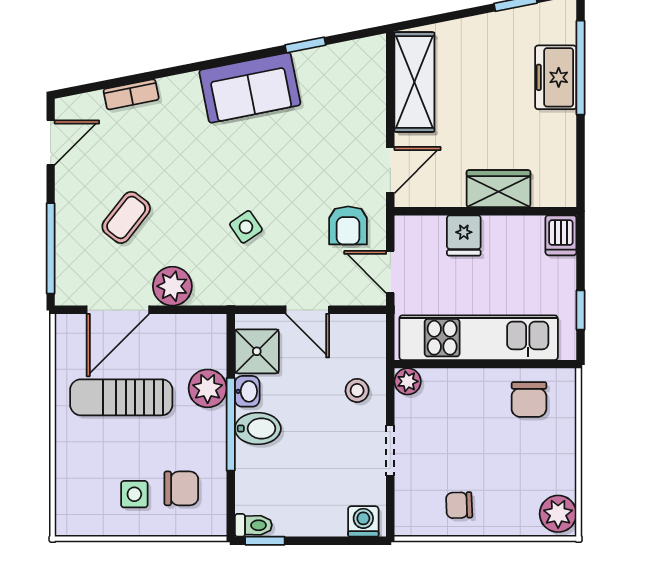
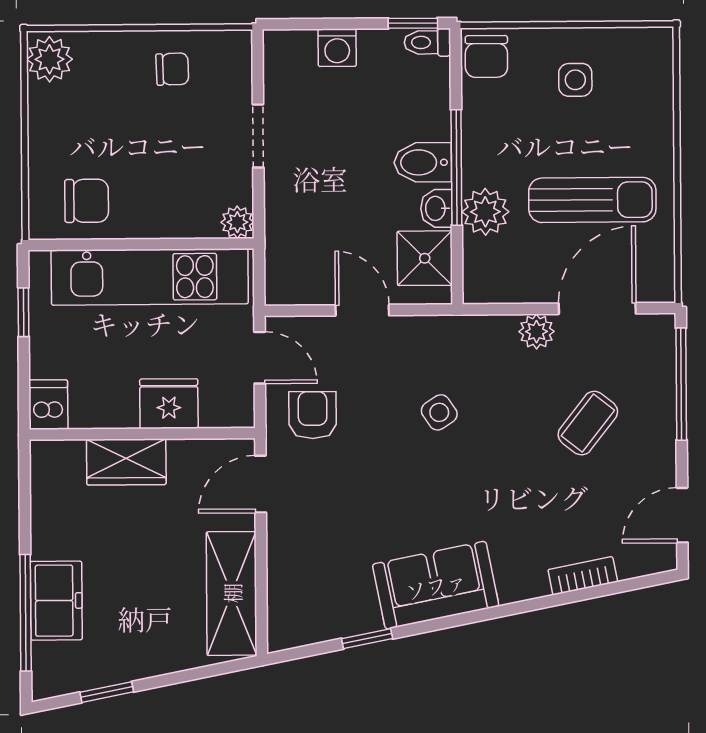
fridge: (464, 235) -> (169, 404), width x1.38
plant: (172, 286) -> (536, 332), width x0.73, depth x0.73
stool: (357, 390) -> (300, 210), removed
chair: (529, 399) -> (87, 201), turned 90
chair: (181, 488) -> (486, 56), moved, turned -90
washing machine: (363, 521) -> (337, 48), moved

